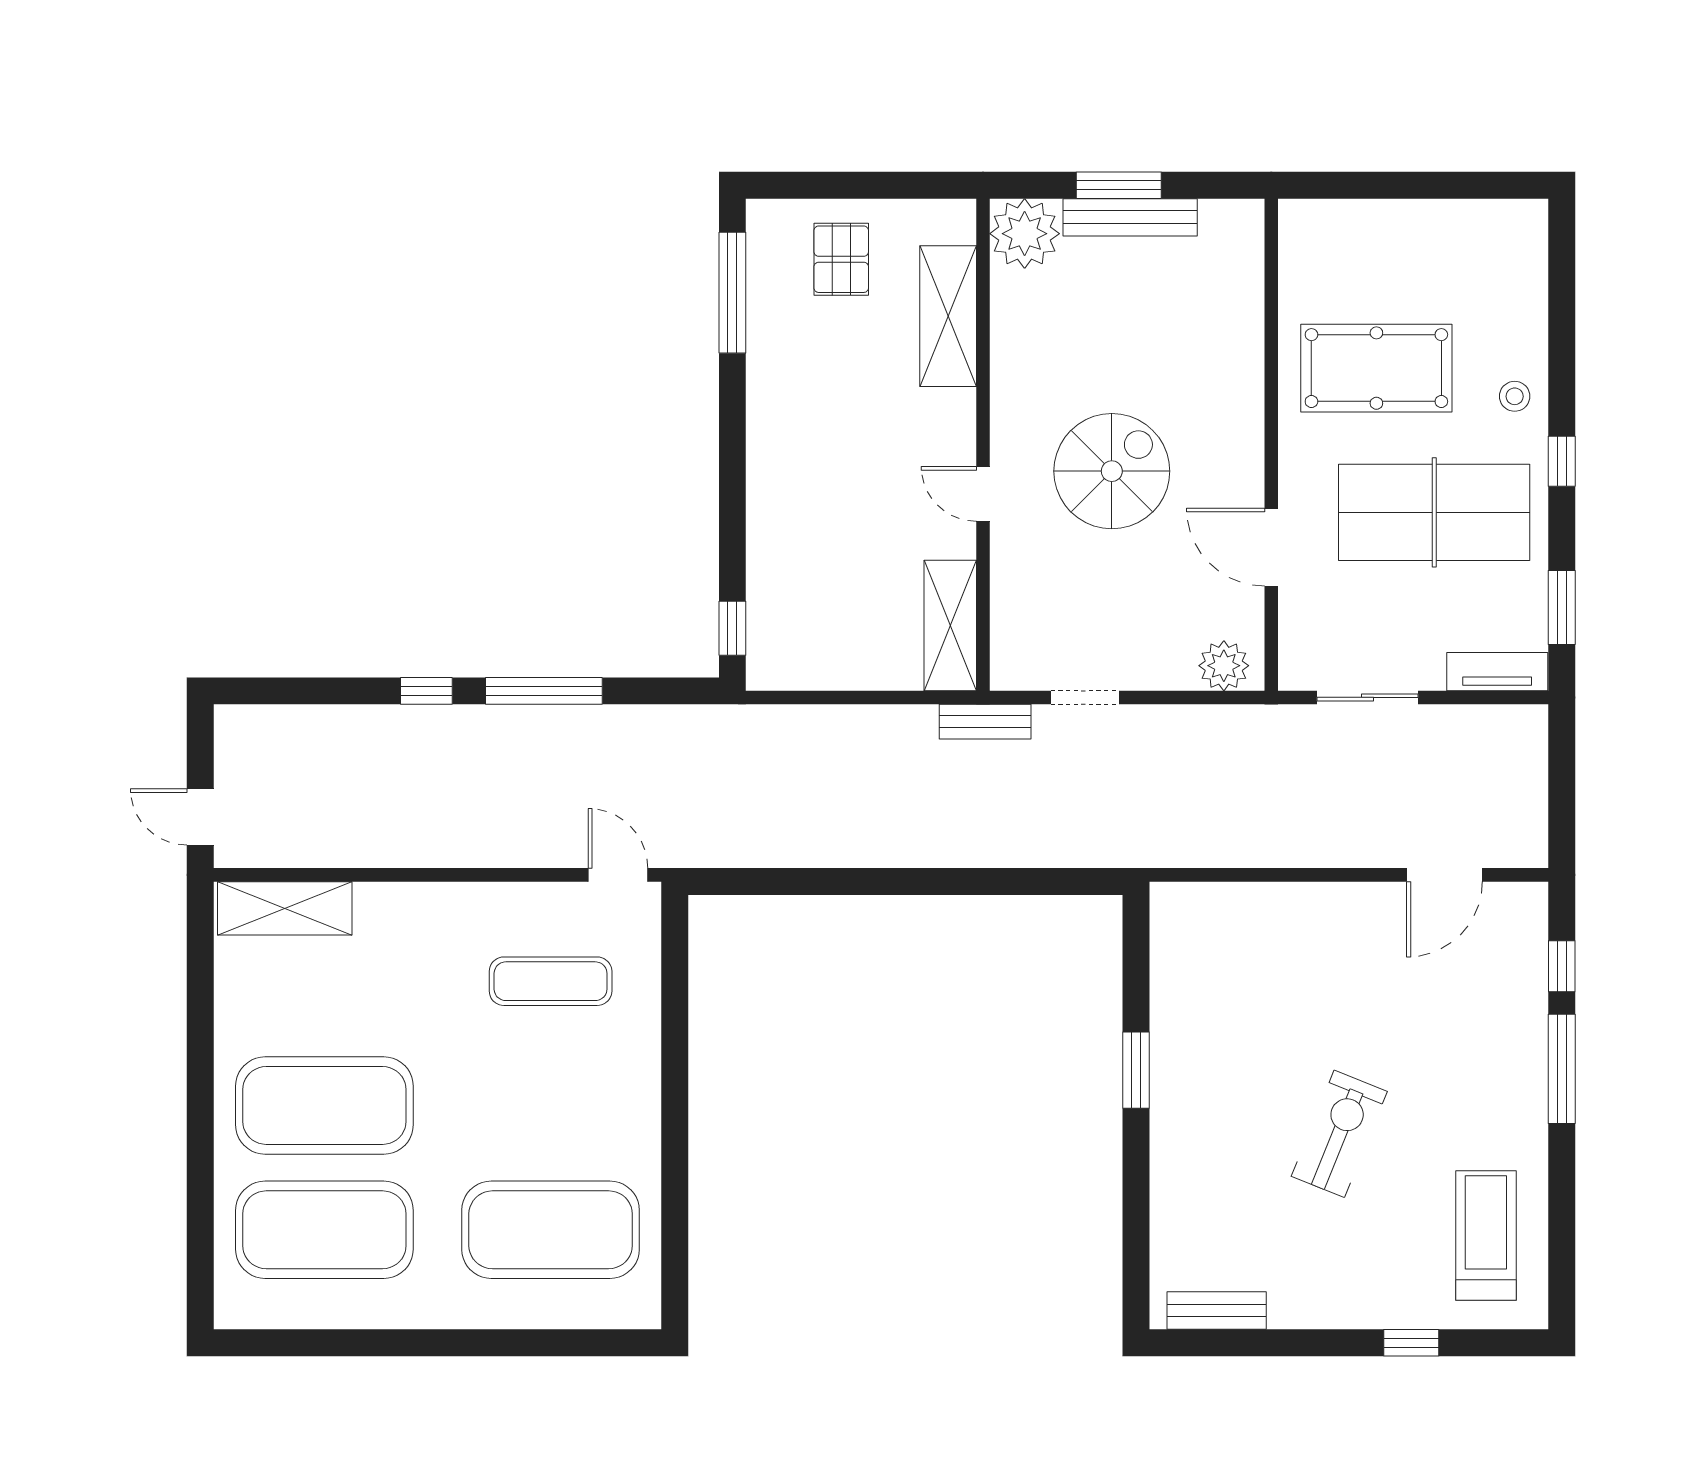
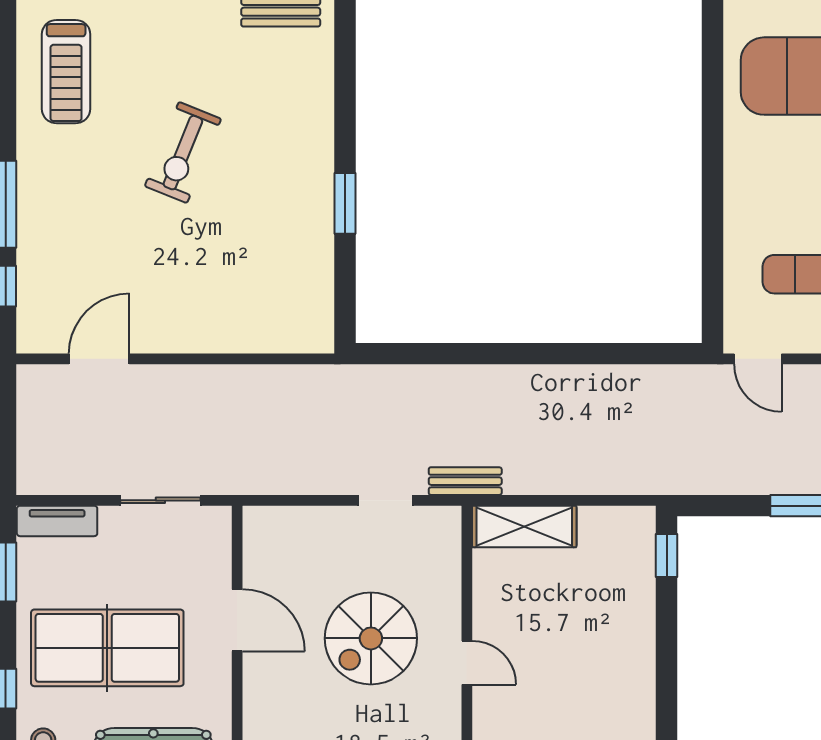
spiral stairs: (1112, 471) -> (371, 638), moved
shelving: (950, 625) -> (524, 526), moved, turned 90
plant: (1224, 666) -> (275, 526), removed

